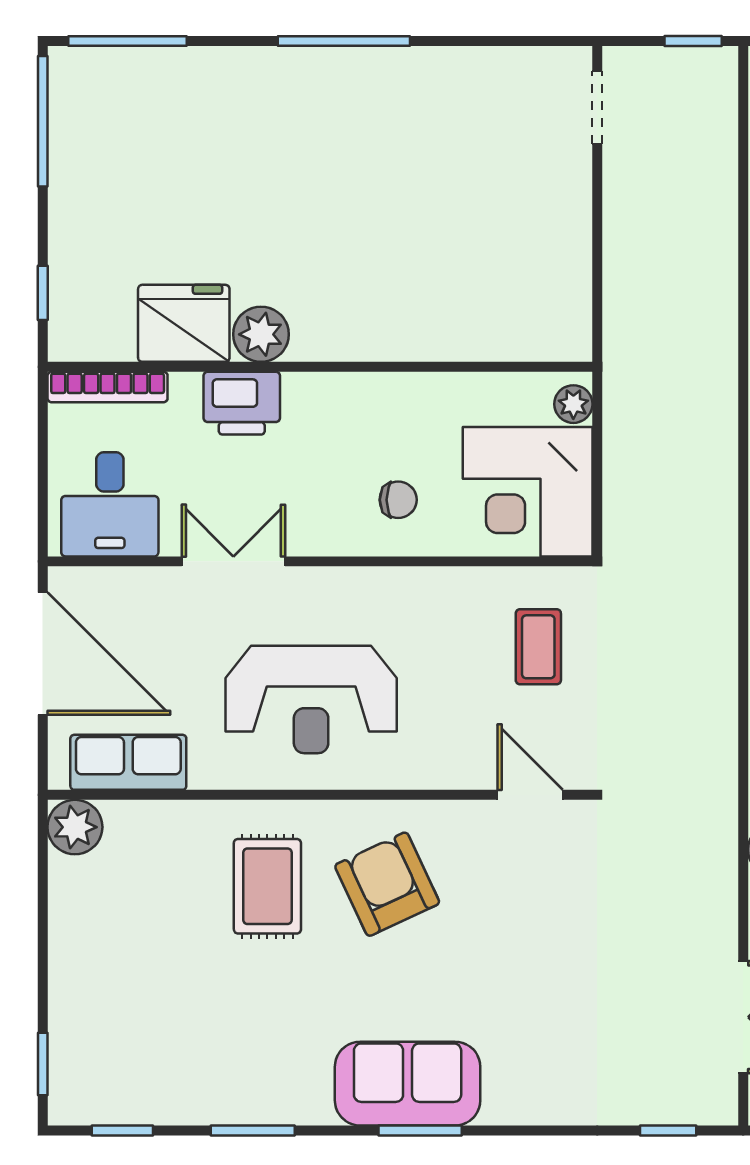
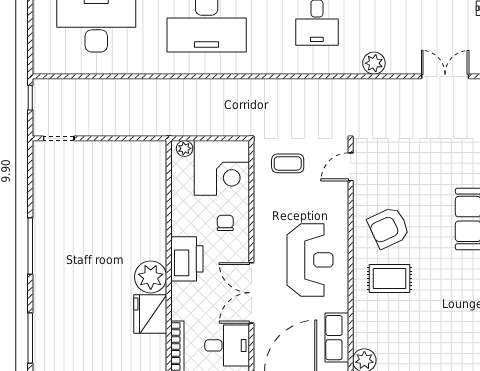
plant: (261, 334) -> (151, 277), width x1.36, depth x1.36
printer: (242, 403) -> (187, 259), moved, width x1.37, depth x1.19
double door: (233, 561) -> (251, 293), width x1.37

